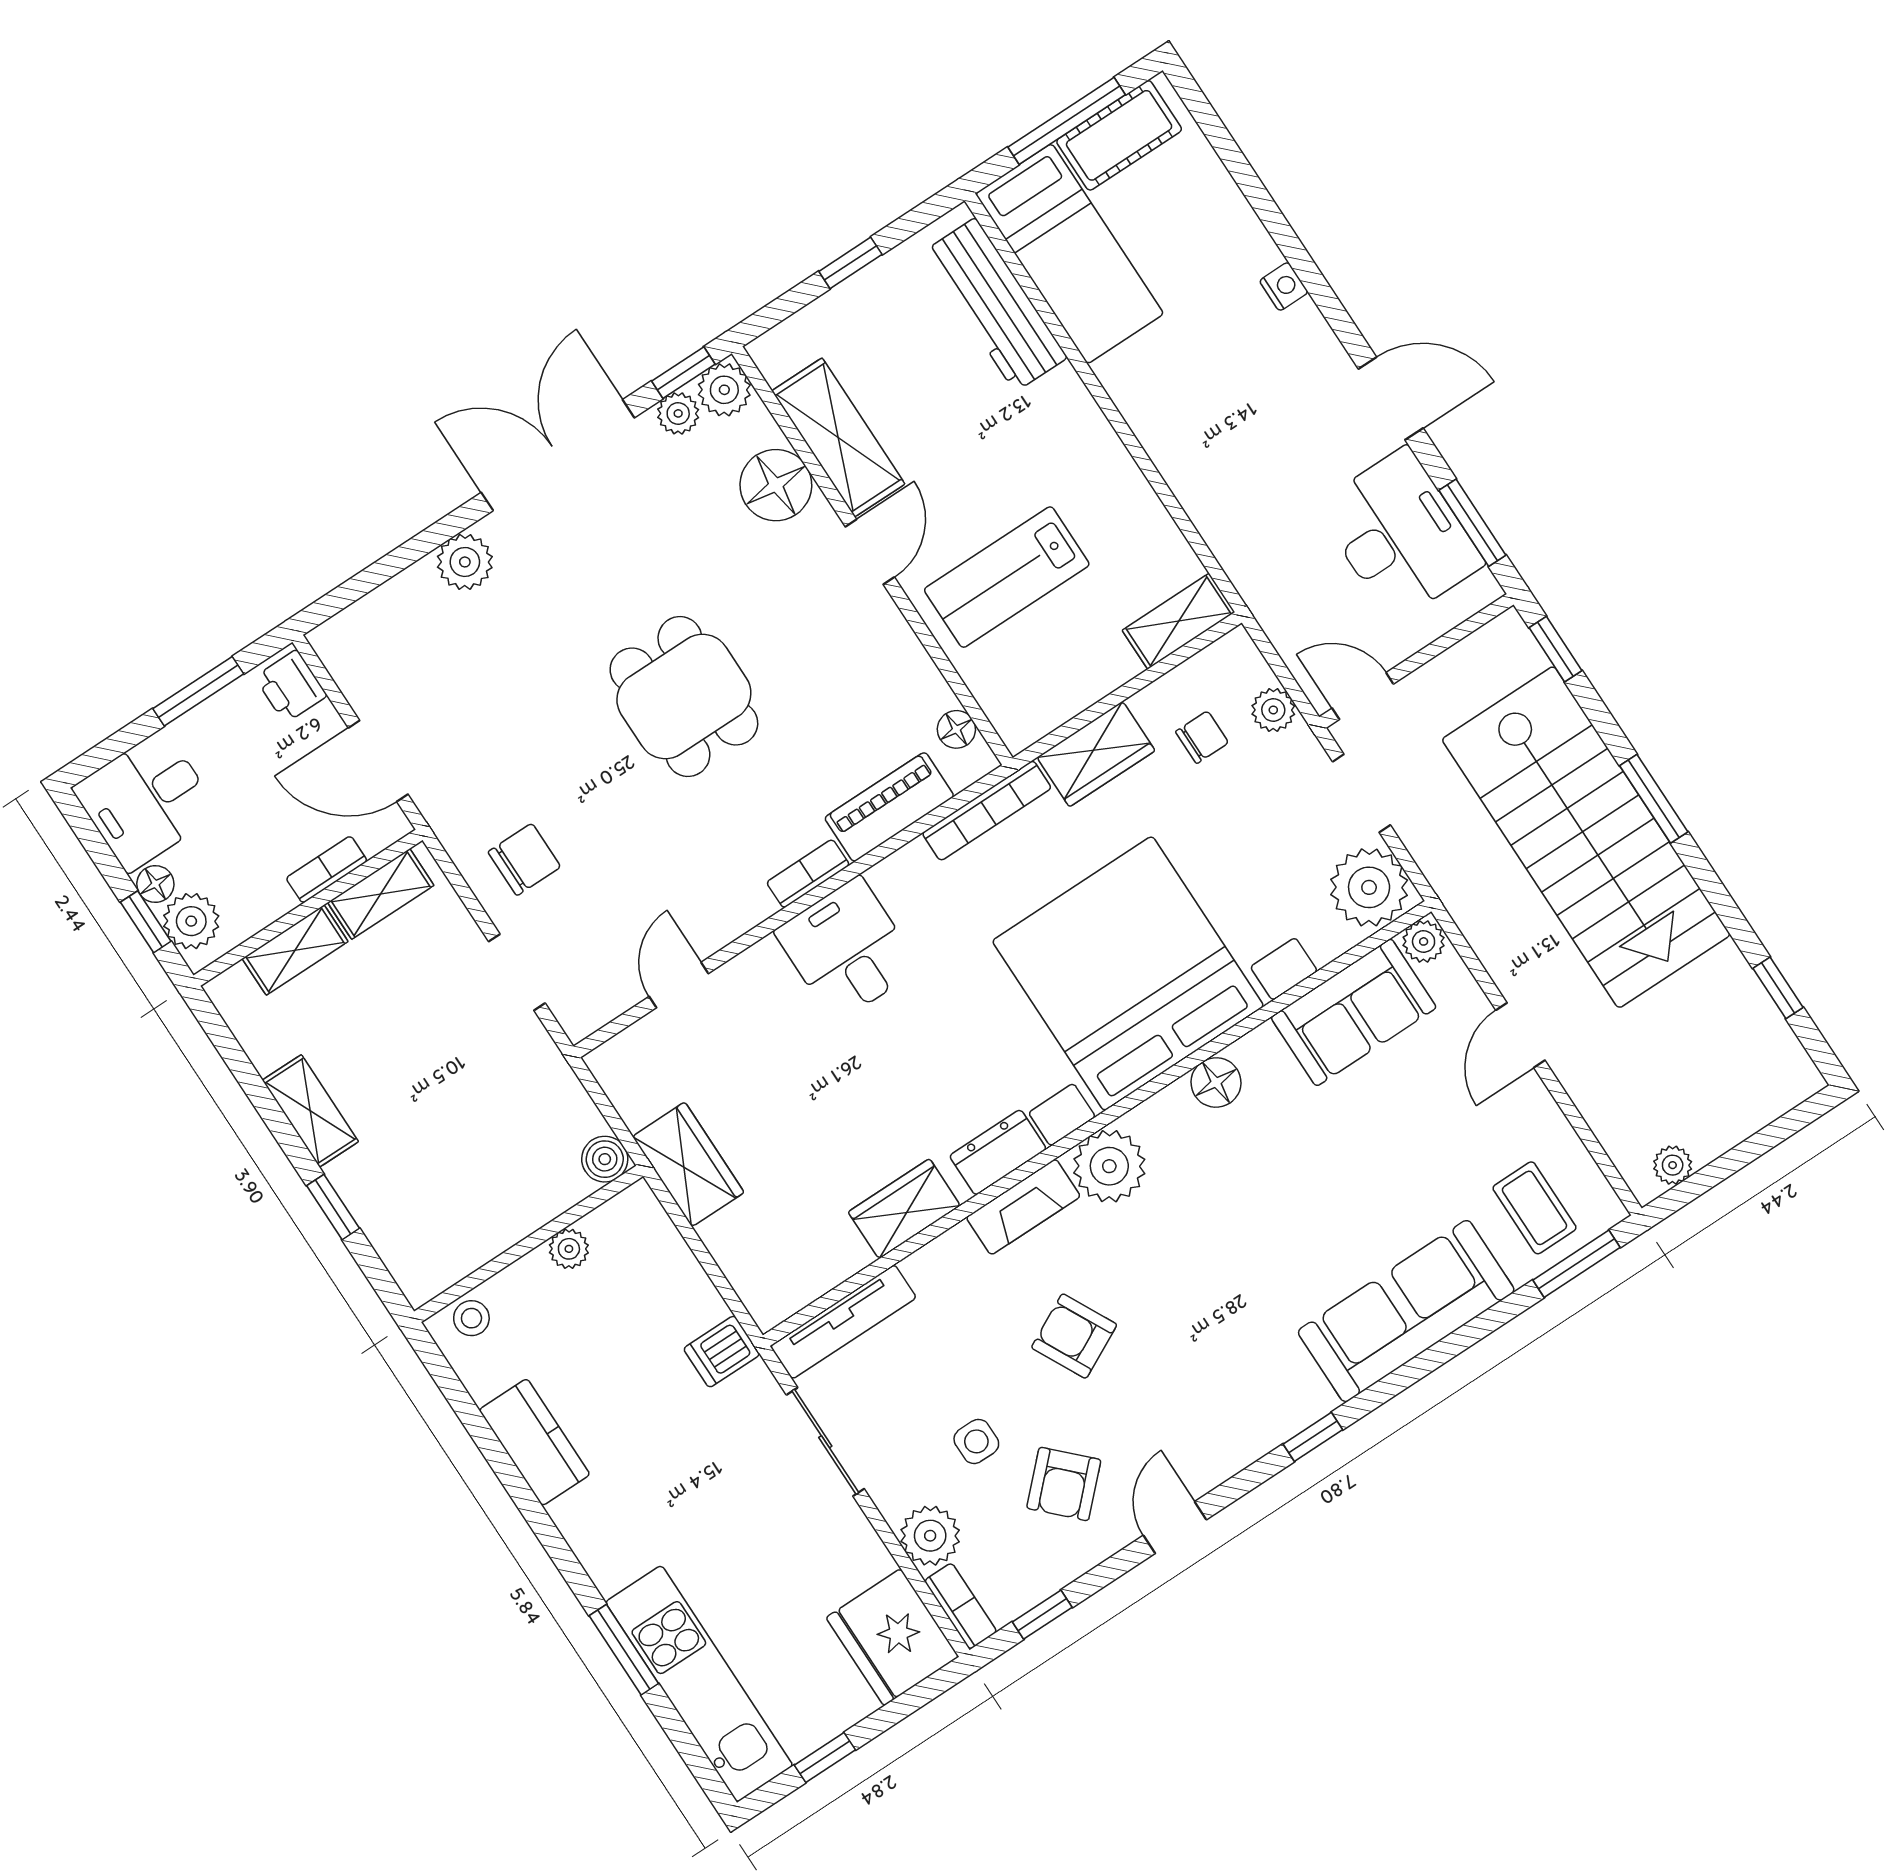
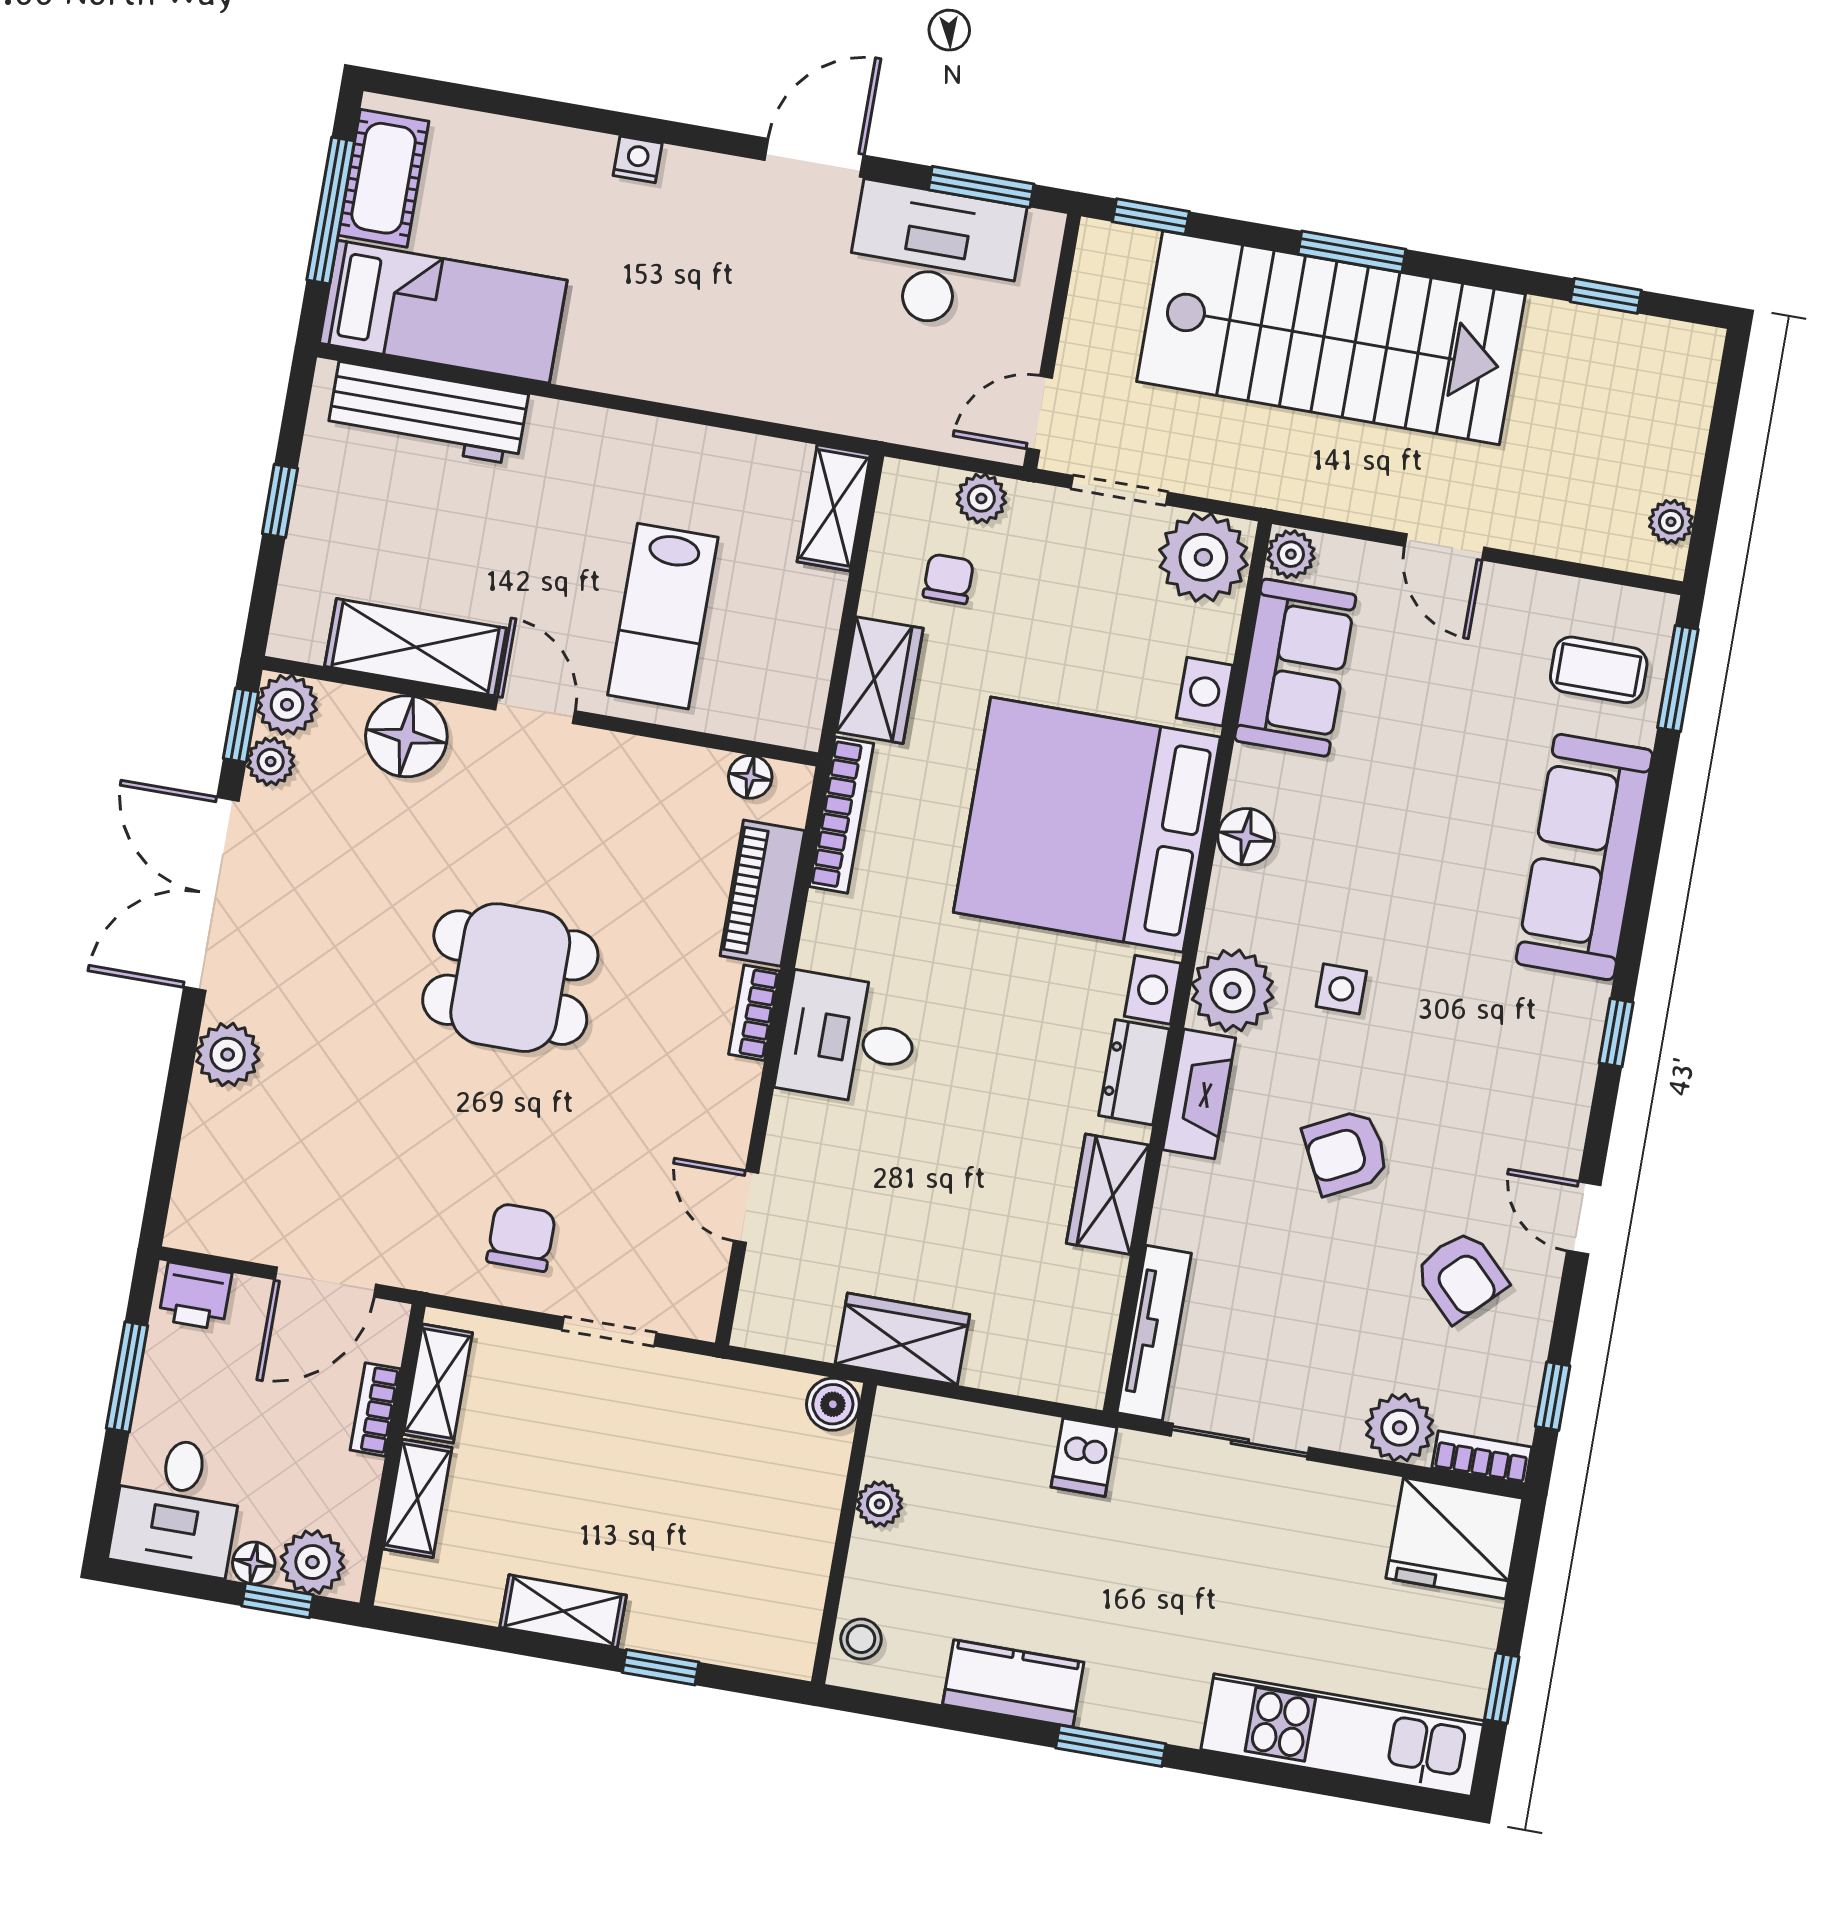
side table: (976, 1441) -> (1341, 989), moved
window: (624, 1650) -> (1111, 1746), moved

